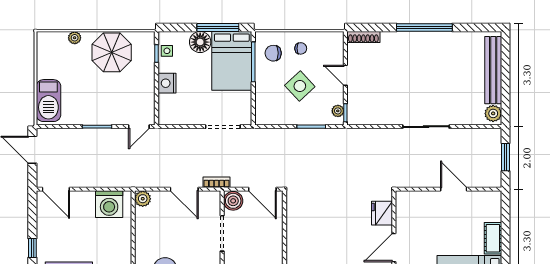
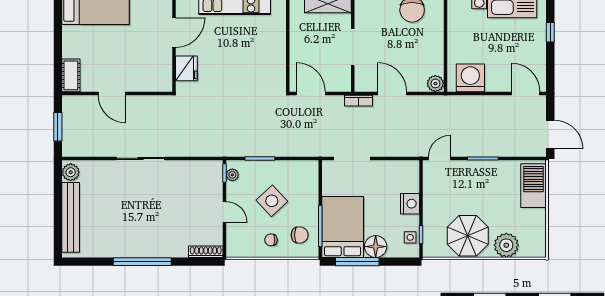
plant: (75, 38) -> (506, 245), width x1.87, depth x1.87
boiler: (233, 201) -> (341, 81), removed
cot: (493, 238) -> (71, 75), moved

